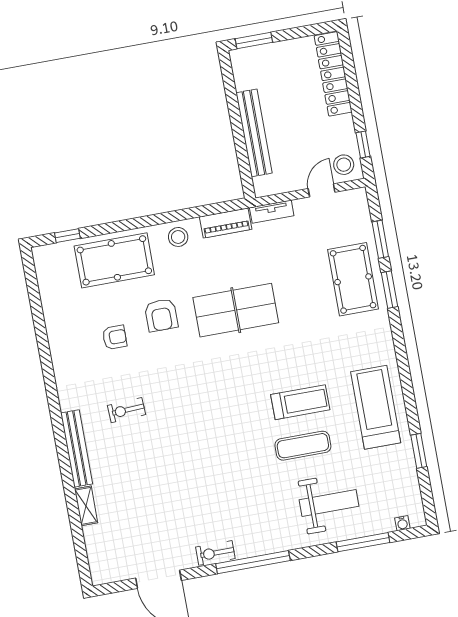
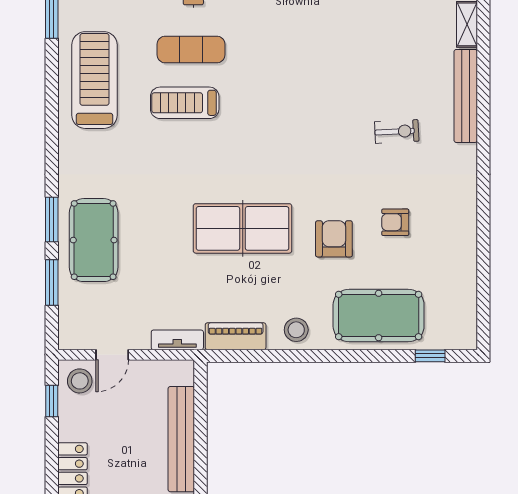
treadmill: (376, 407) -> (94, 80), turned 180

